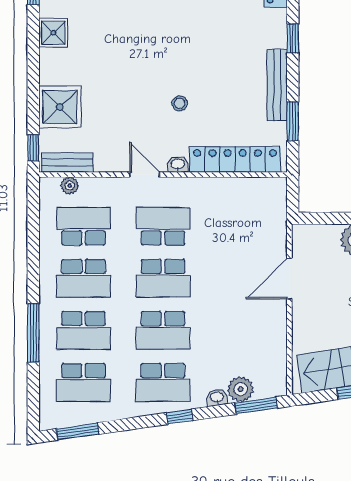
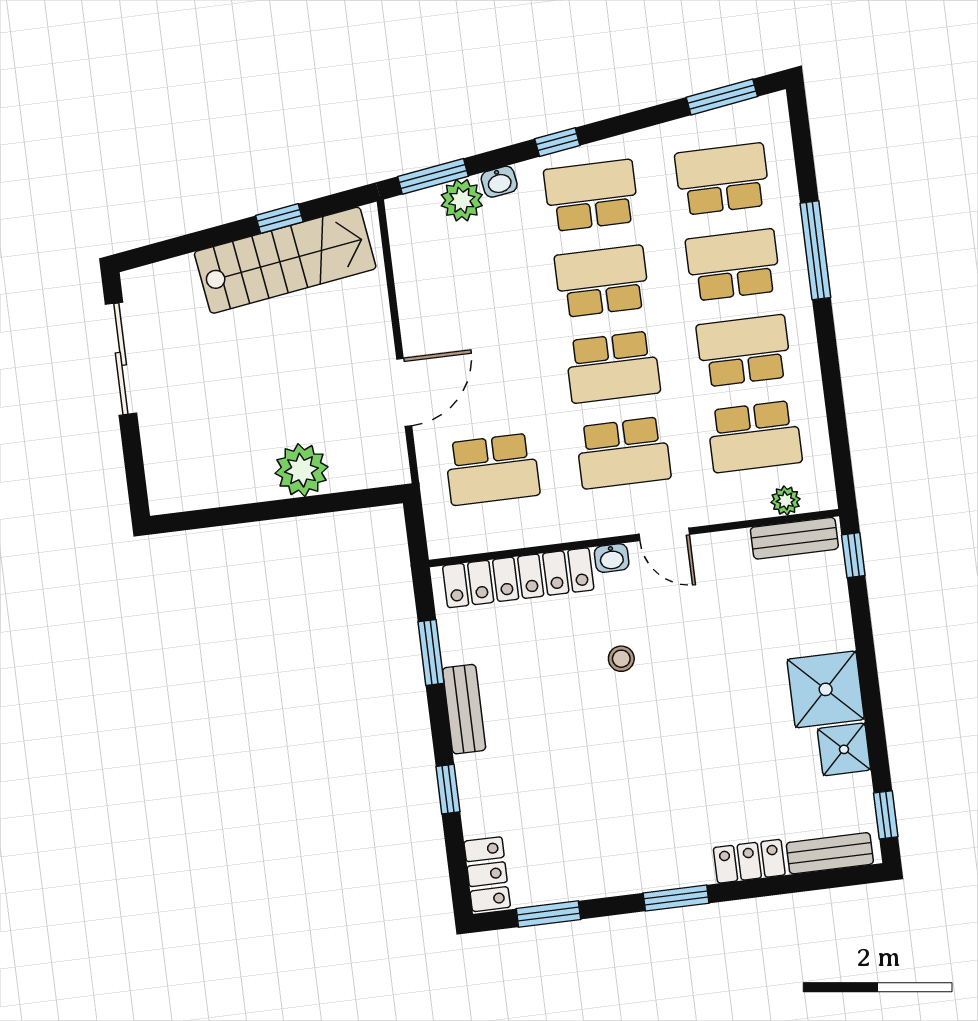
bench: (277, 85) -> (464, 709), width x0.73
shower: (60, 107) -> (826, 689), moved
school desk: (243, 226) -> (492, 469), added
school desk: (163, 278) -> (613, 367), turned 180

